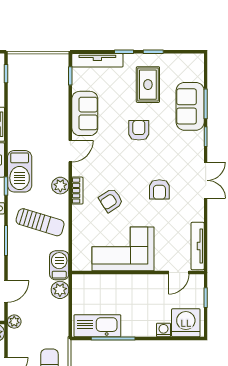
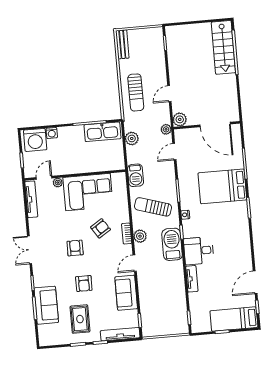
armchair: (159, 189) -> (75, 248), moved
plant: (161, 265) -> (58, 183), added
plant: (60, 290) -> (132, 138), moved

